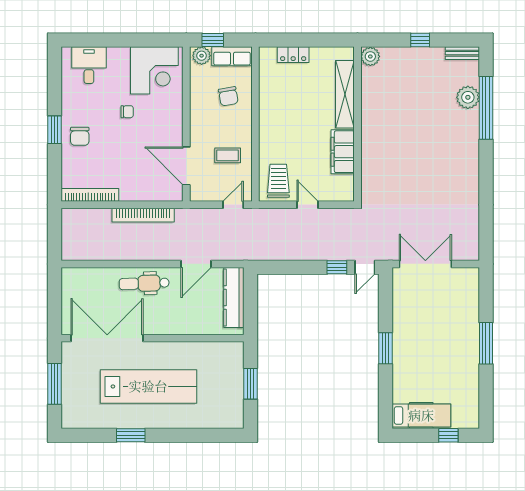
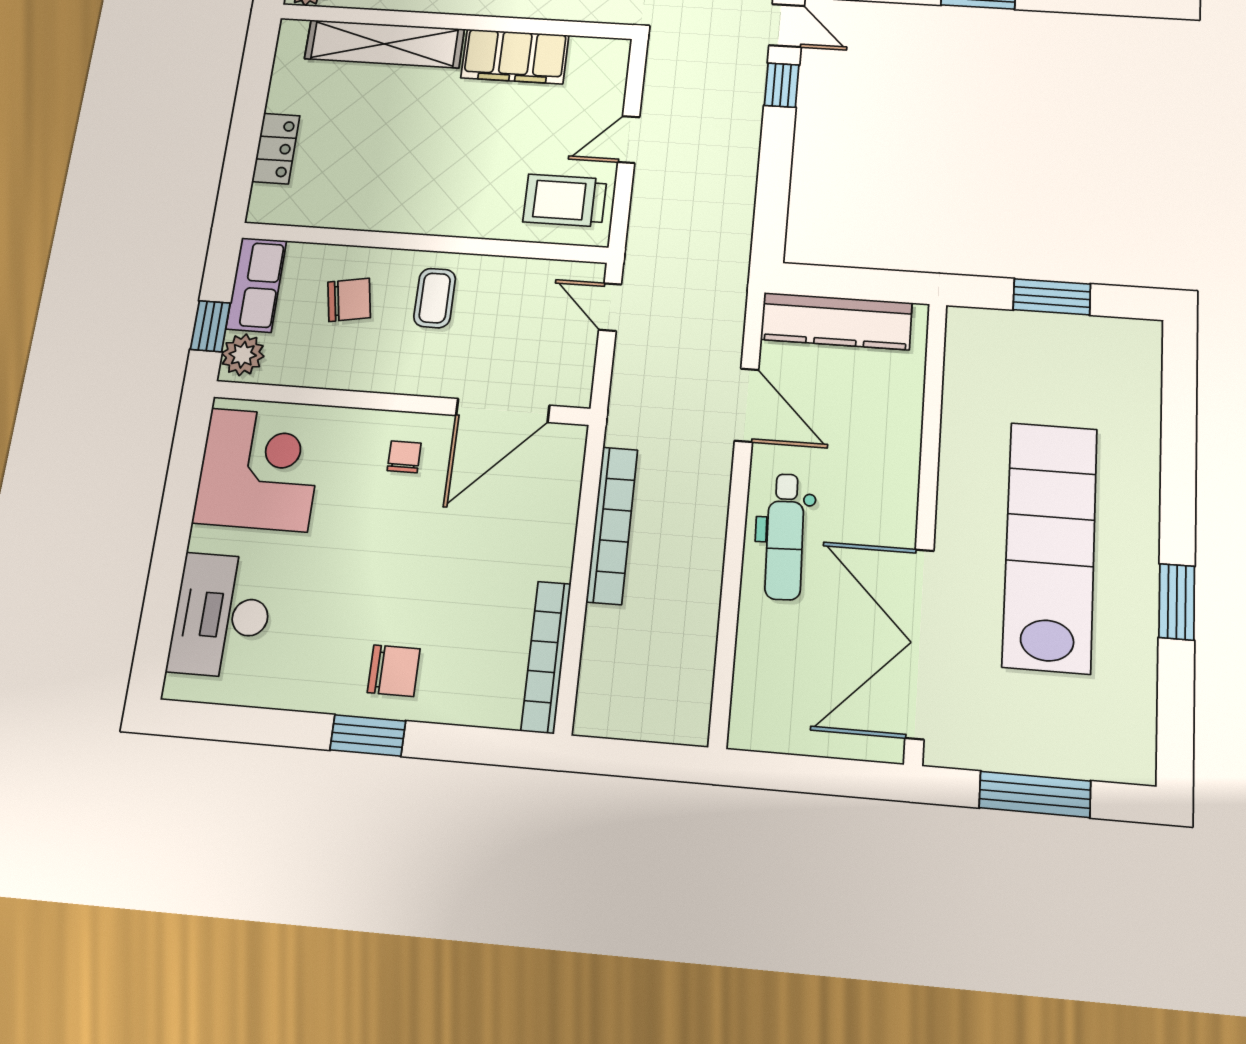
desk: (89, 65) -> (221, 615), width x1.37
chair: (127, 112) -> (404, 457), moved
coffee table: (228, 155) -> (435, 298), moved

